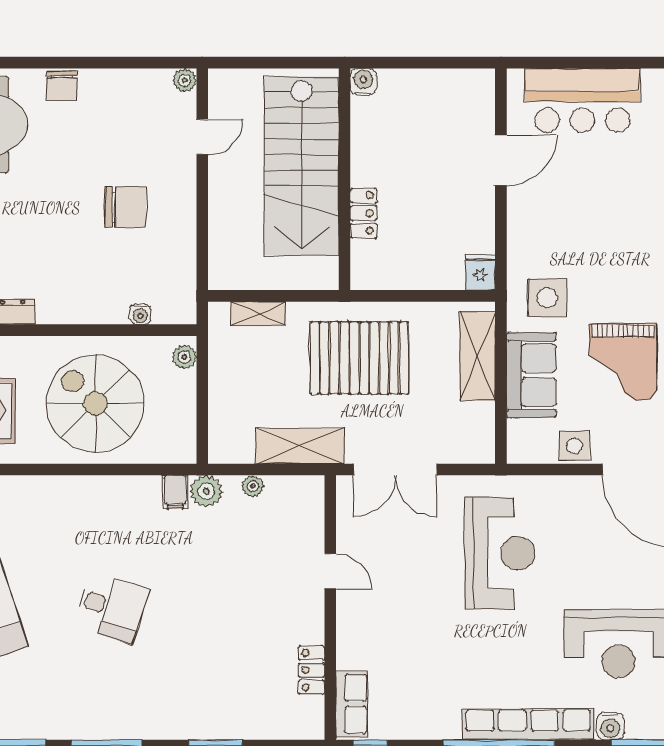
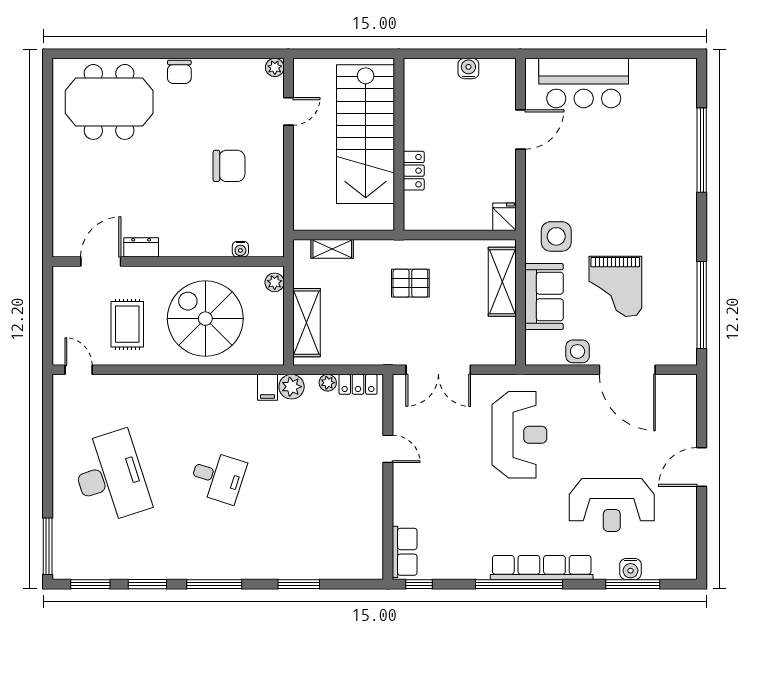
water cooler: (363, 82) -> (468, 68), moved
pallet: (359, 358) -> (410, 283), width x0.49, depth x0.50
shelving: (300, 446) -> (307, 323), moved, turned 90
locker: (312, 670) -> (358, 384), moved, turned -90
water cooler: (610, 726) -> (630, 569), moved

